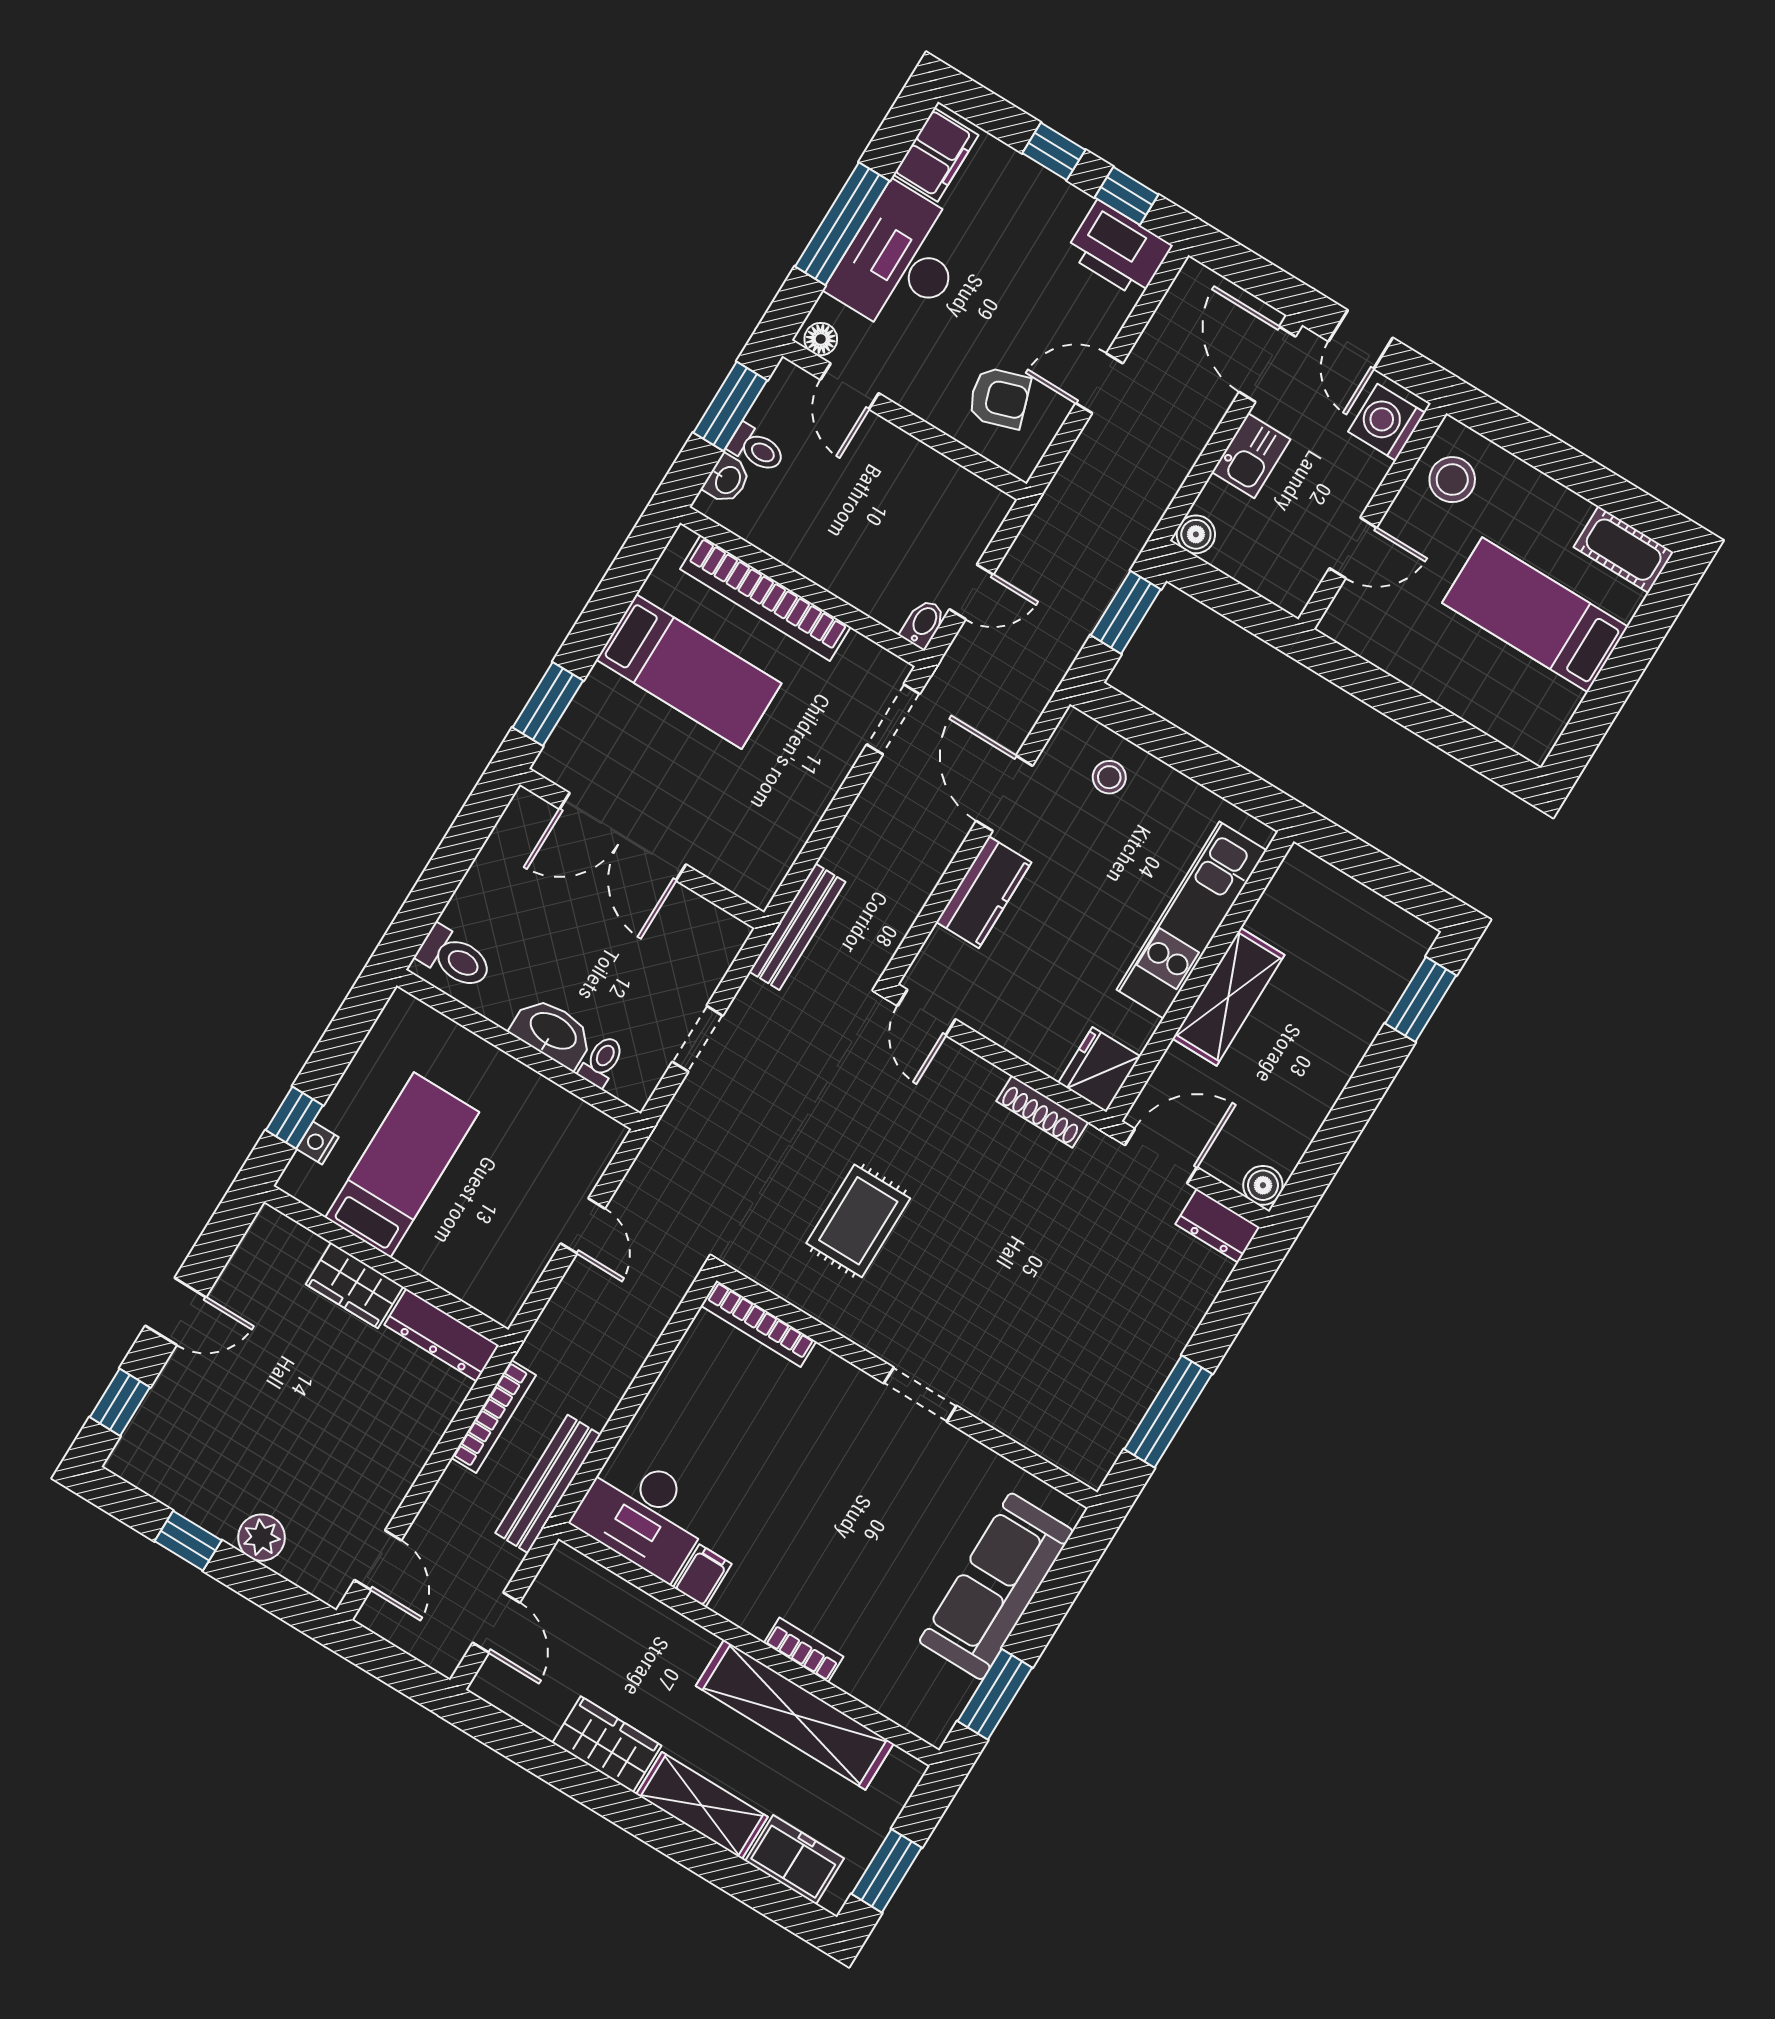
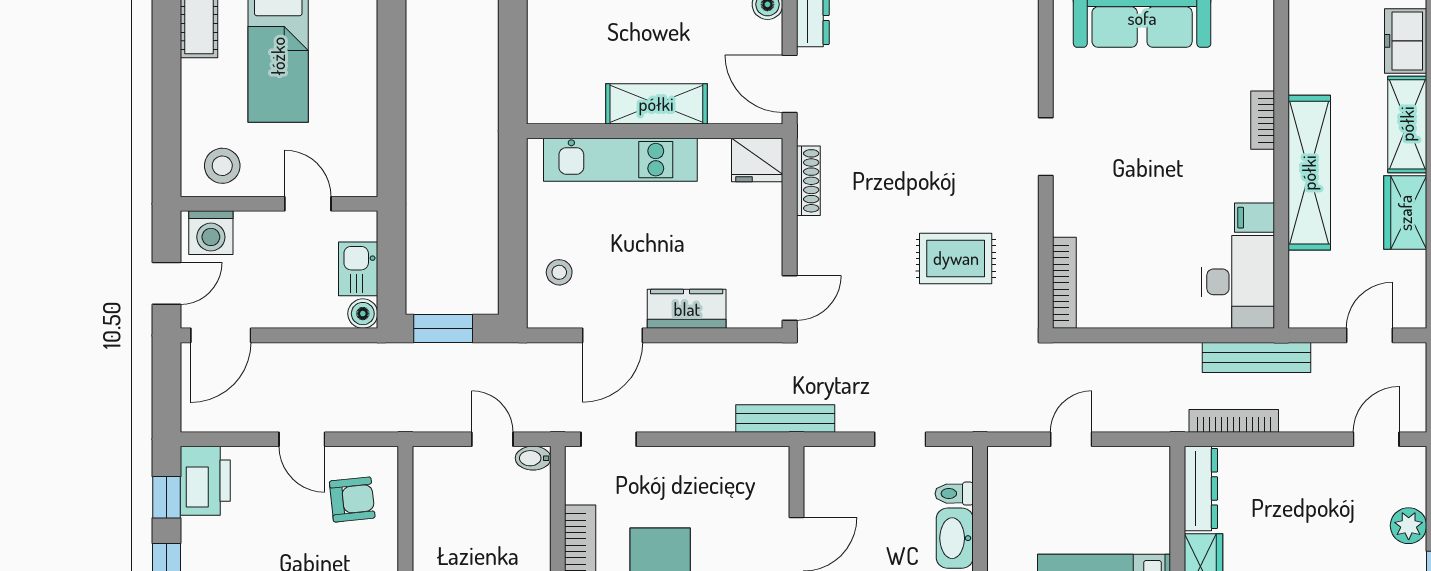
armchair: (999, 398) -> (352, 500), turned 102
kitchen sink: (1251, 456) -> (358, 269), moved, turned -90
shelving: (795, 1715) -> (1309, 173), moved

